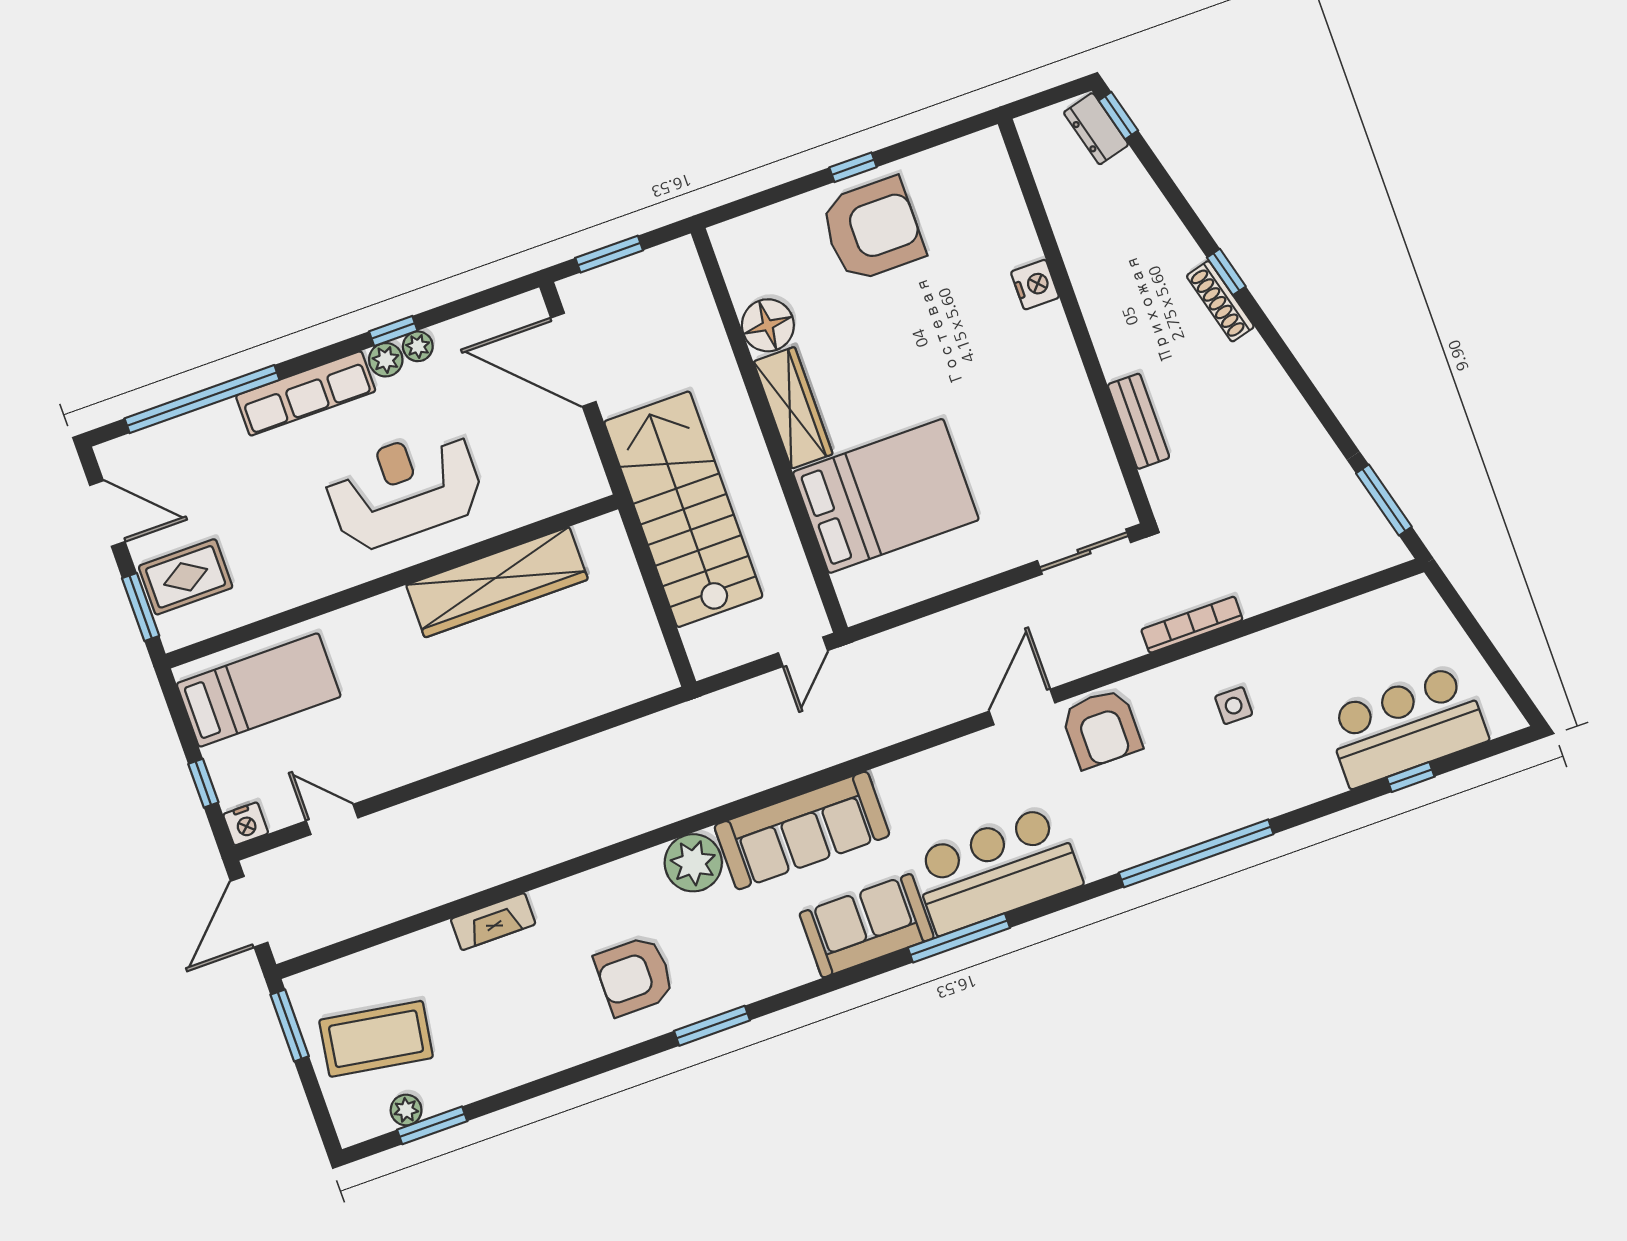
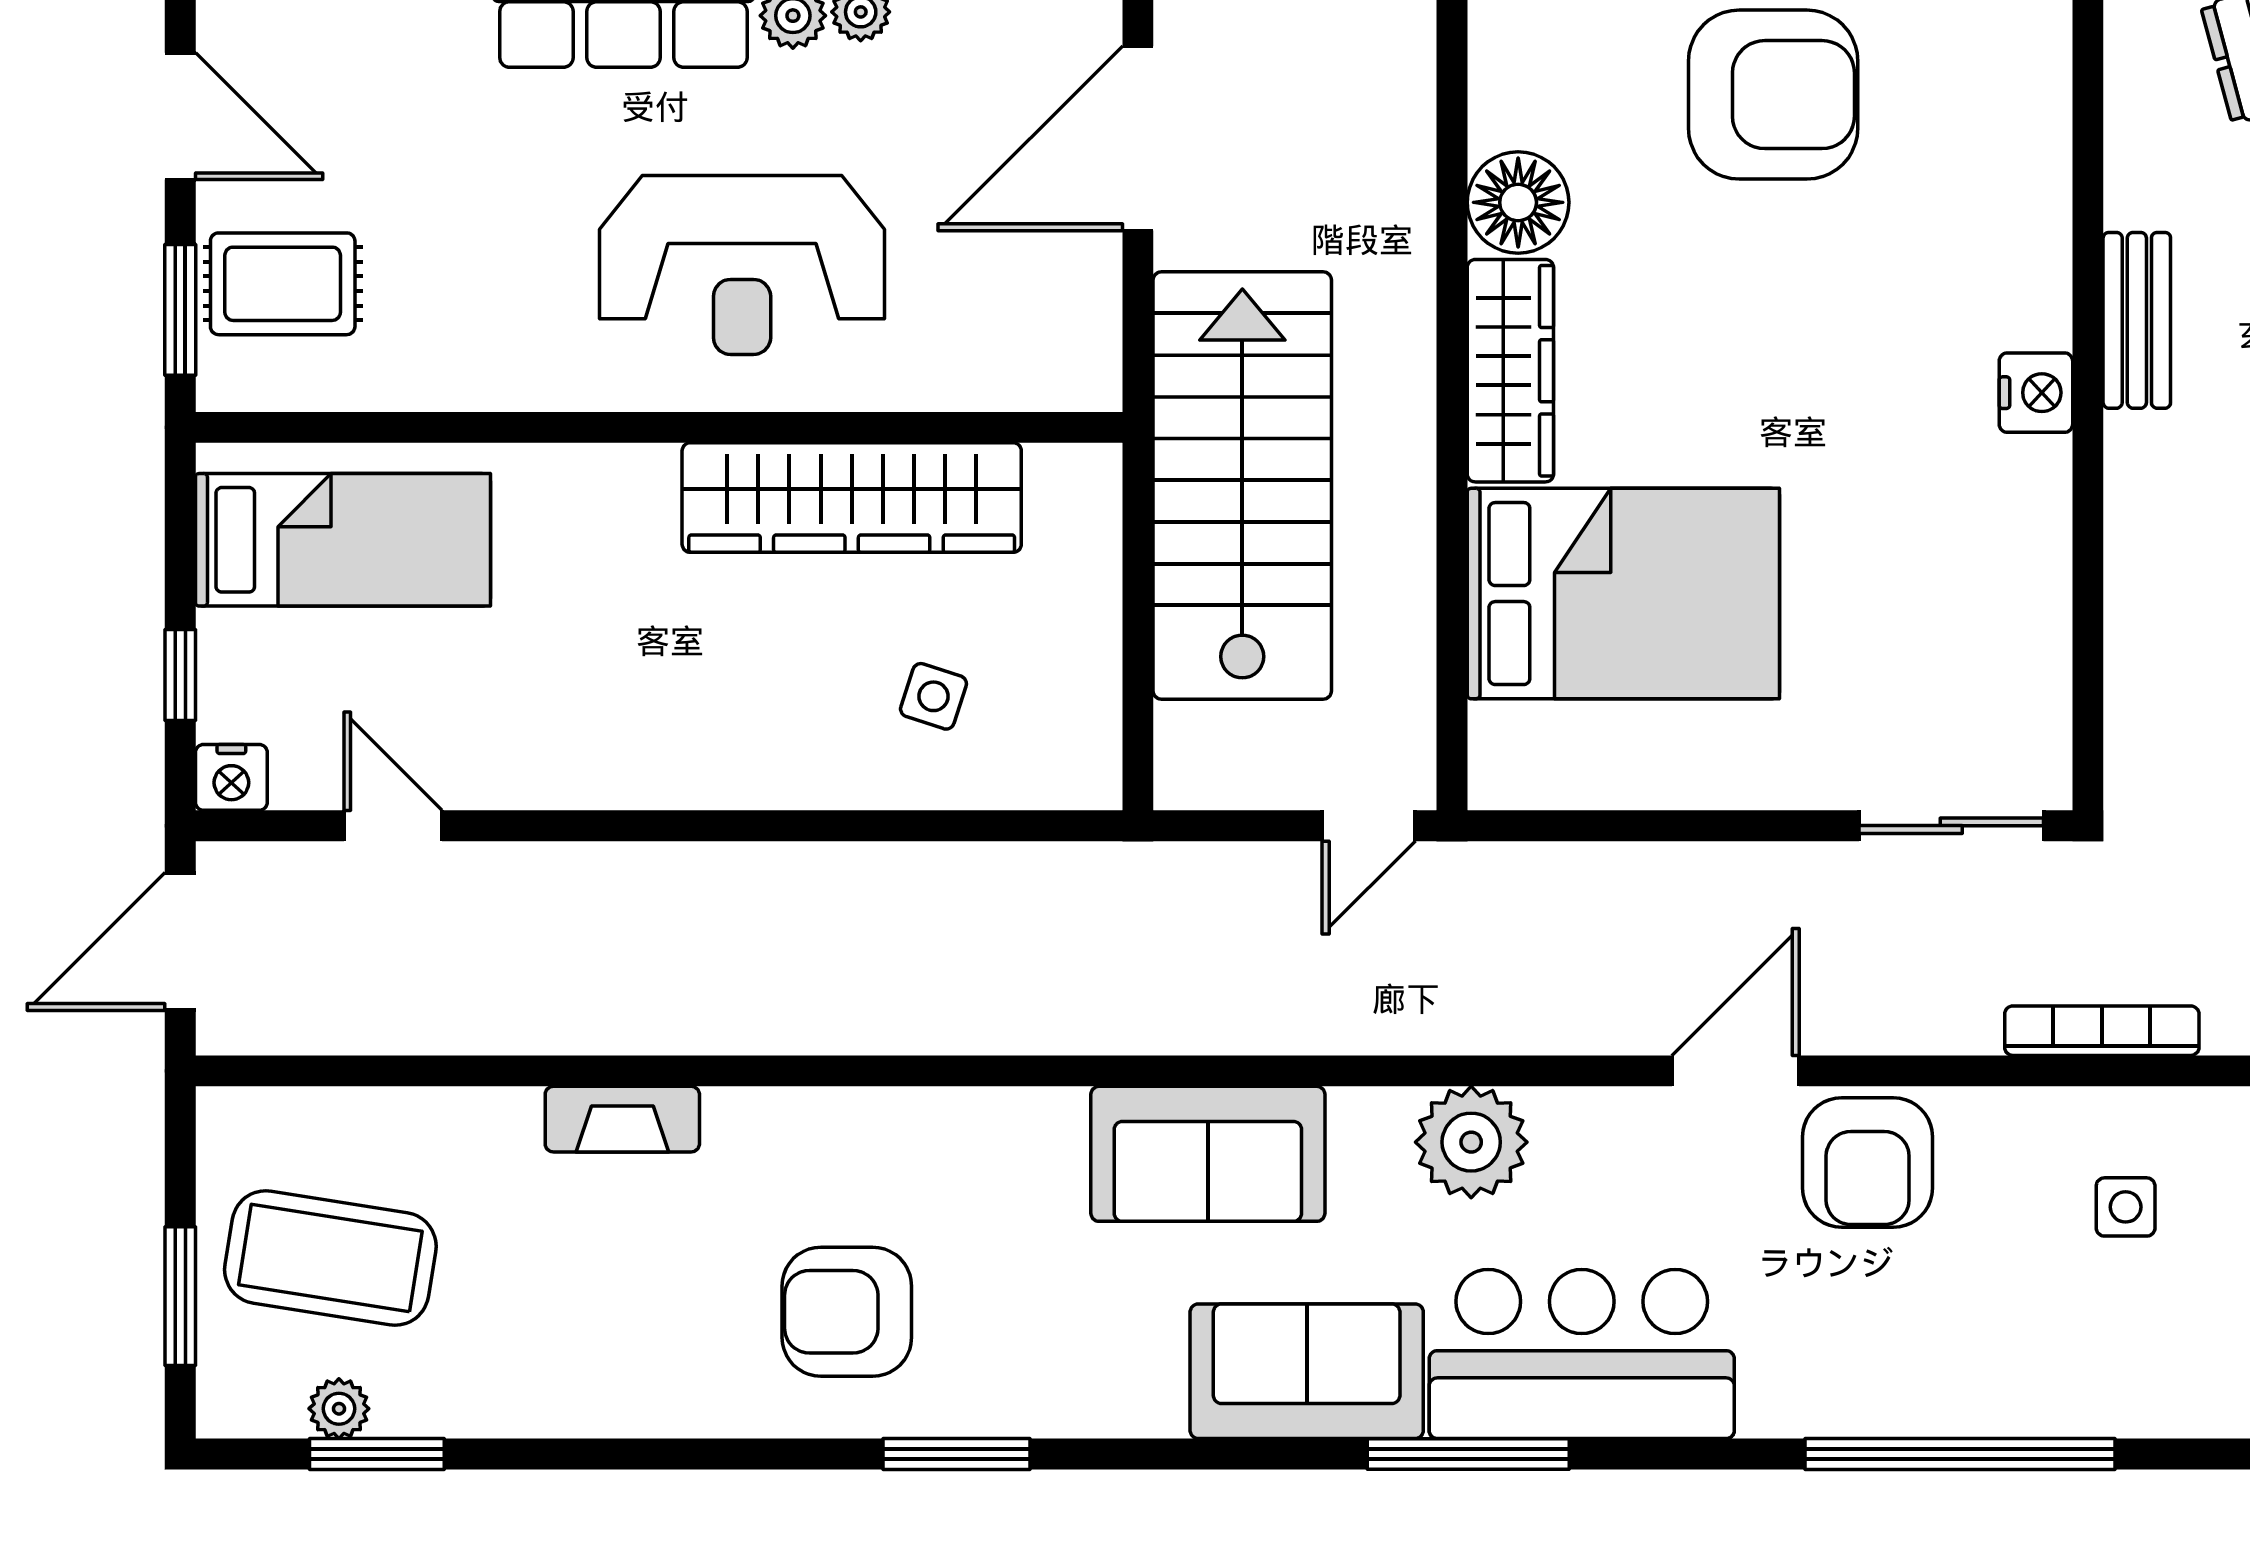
nightstand: (1035, 285) -> (2036, 393), moved
door: (573, 360) -> (1138, 138), hinge flipped
bench: (1138, 421) -> (2137, 320), moved
reception desk: (404, 489) -> (742, 265), turned 180
side table: (571, 664) -> (933, 696), added
sofa: (802, 830) -> (1208, 1154), width x0.73
plant: (693, 863) -> (1471, 1142), moved
window: (290, 1025) -> (180, 1296), moved

